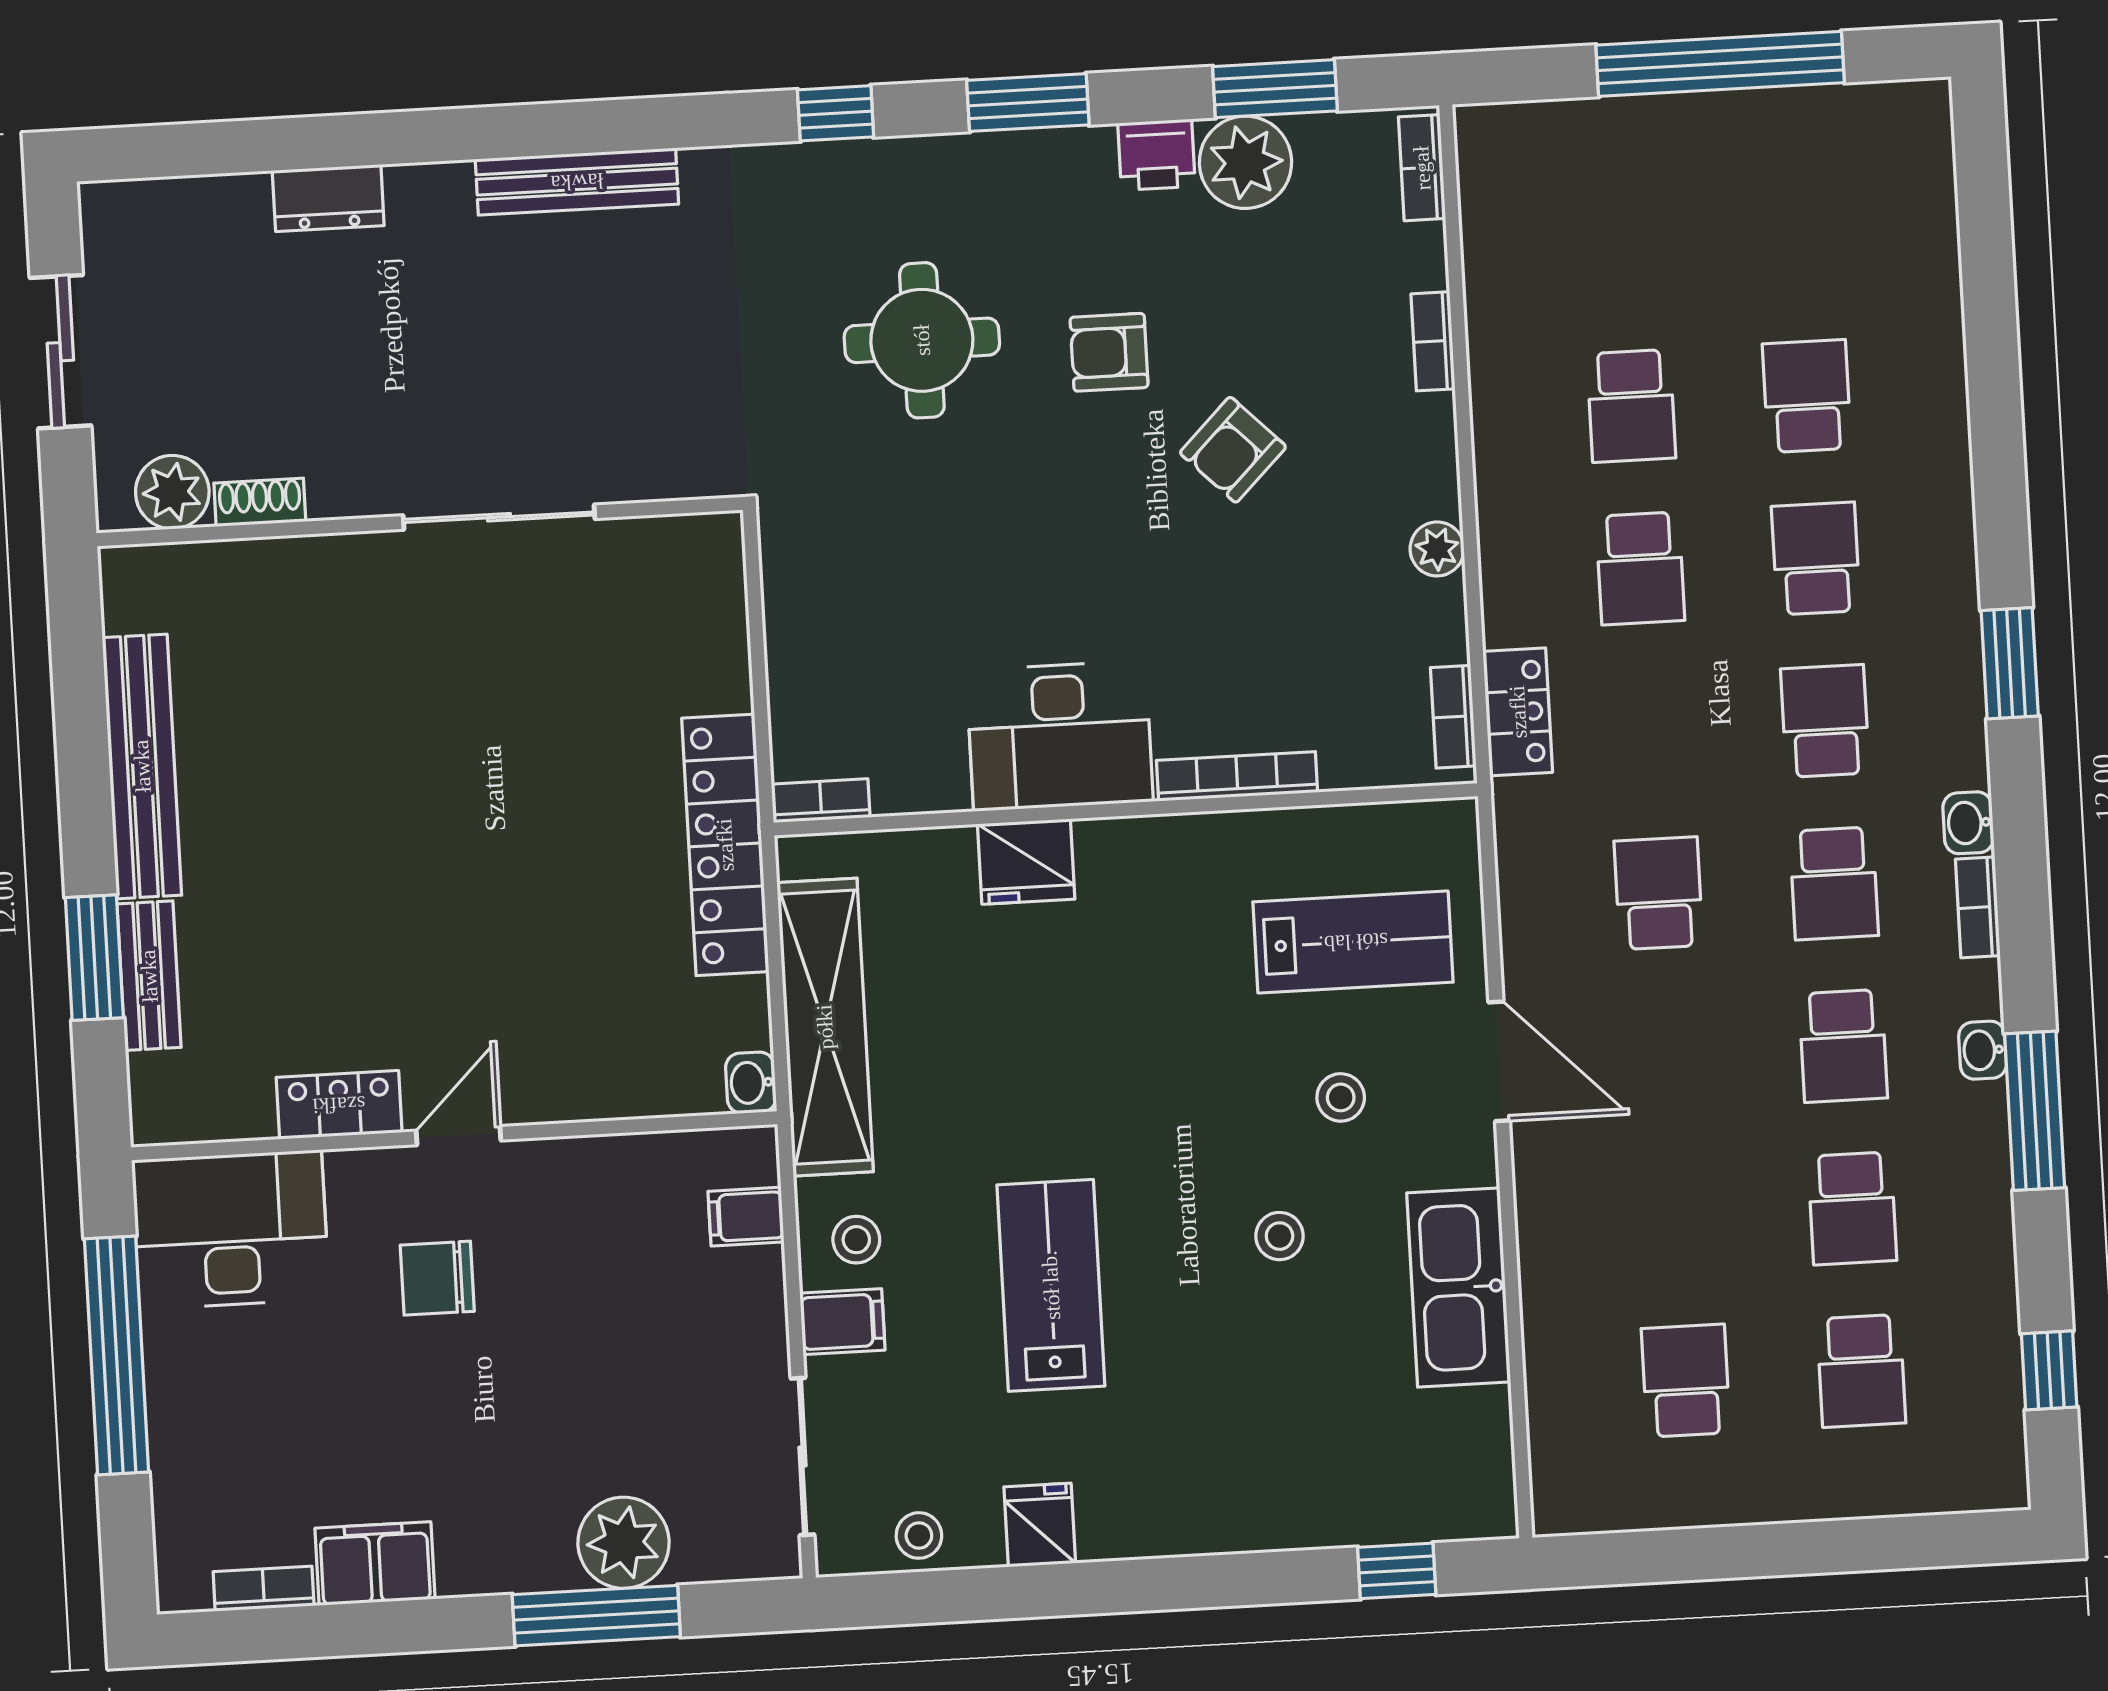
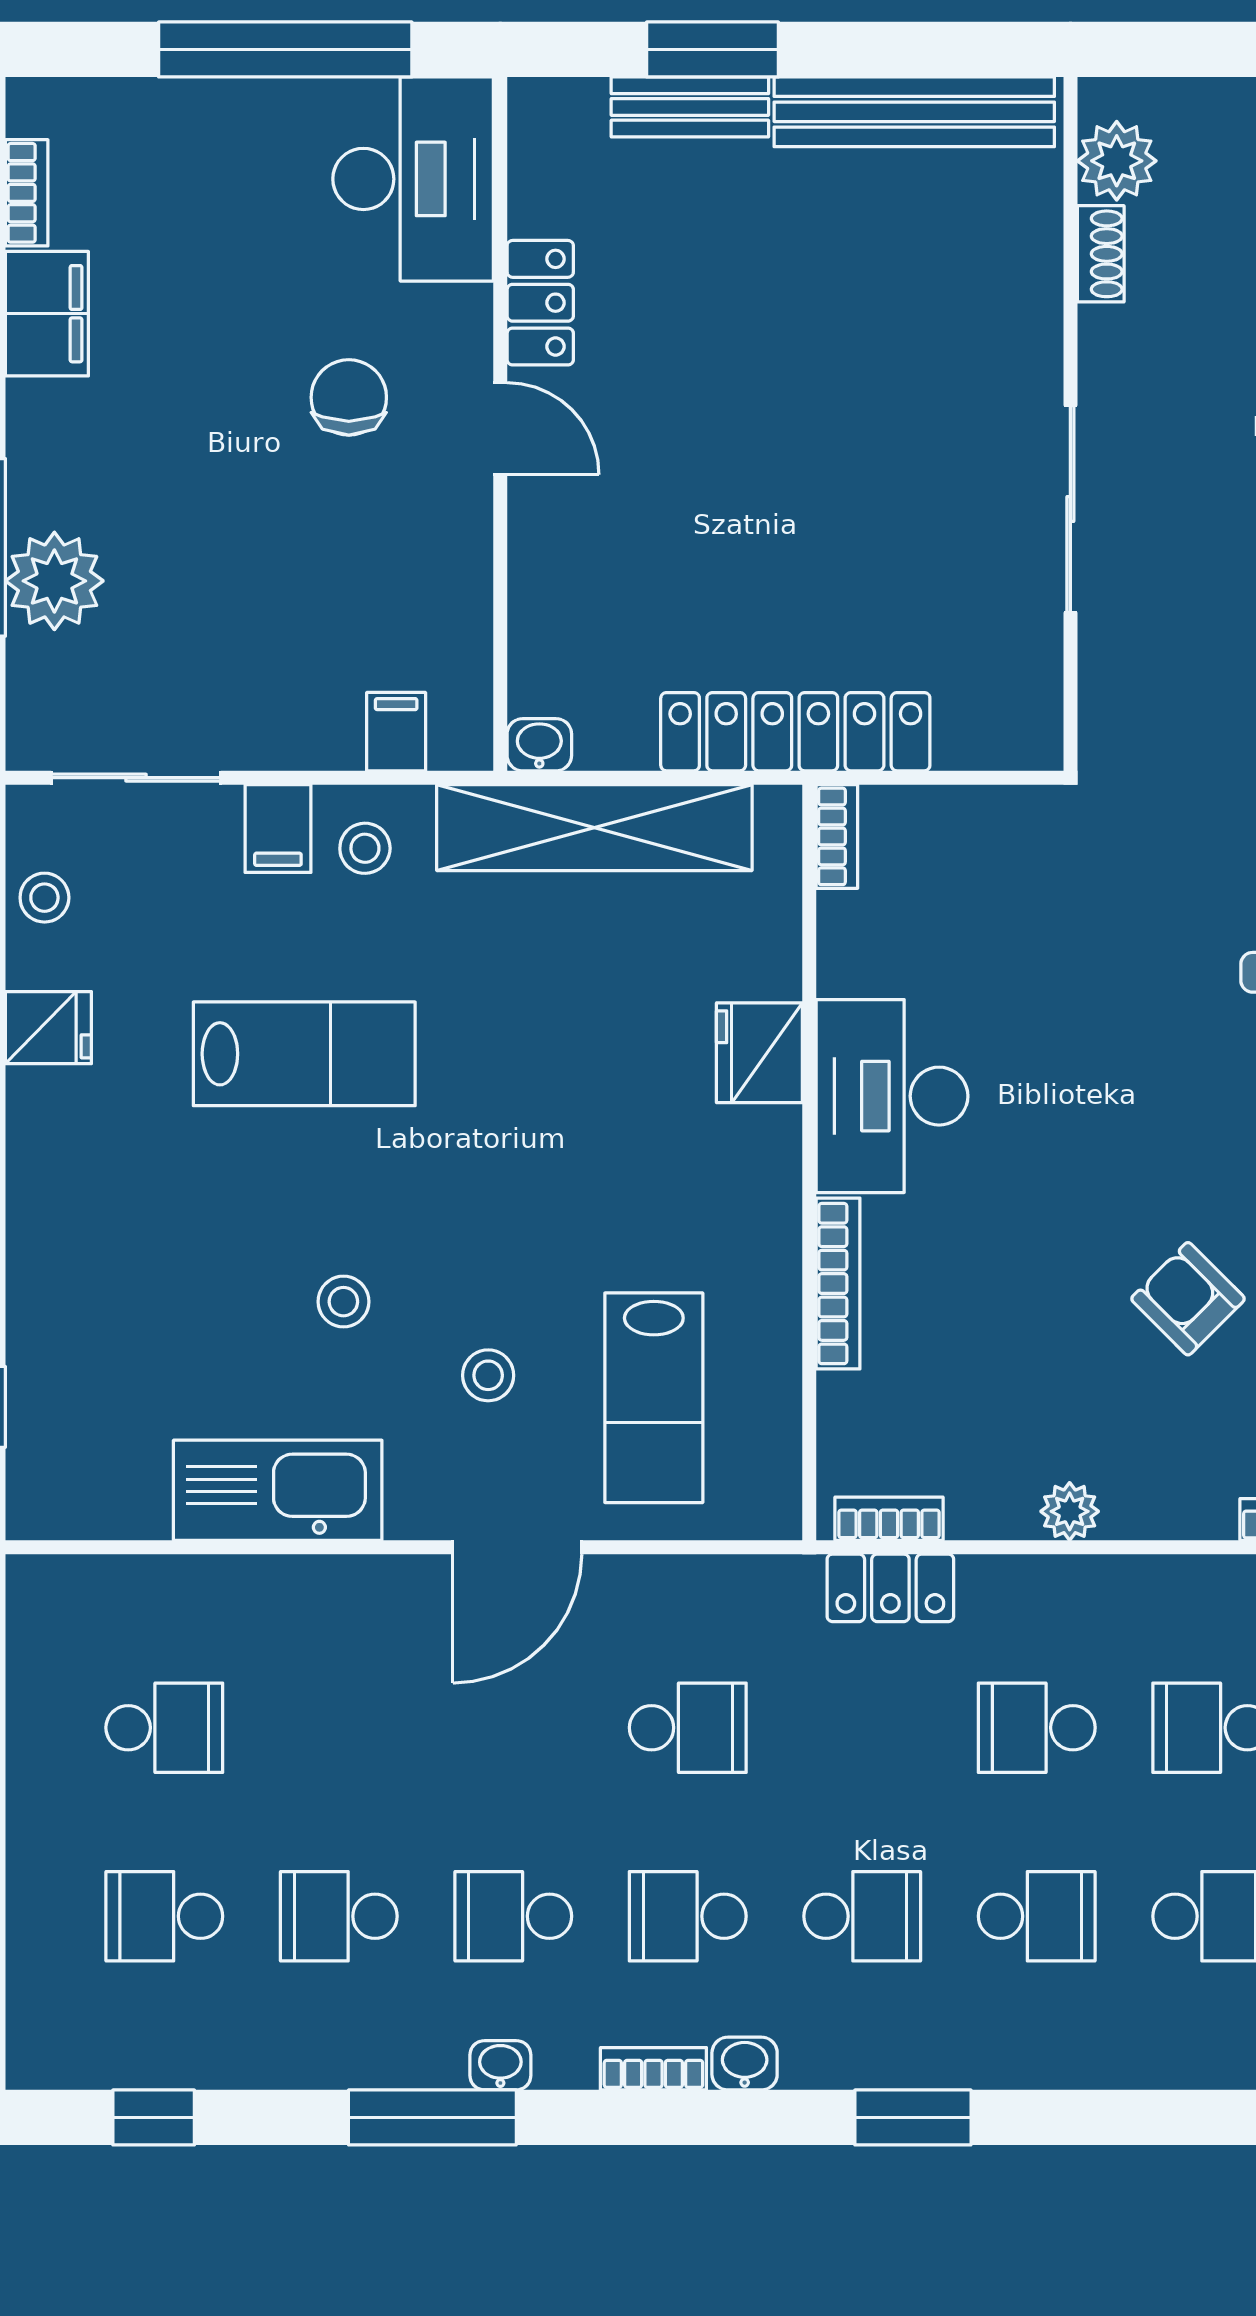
plant: (172, 492) -> (1117, 161), moved
shoe rack: (260, 502) -> (1101, 254), moved
sliding door: (499, 517) -> (1070, 509), moved
wall: (420, 522) -> (1070, 424), moved

